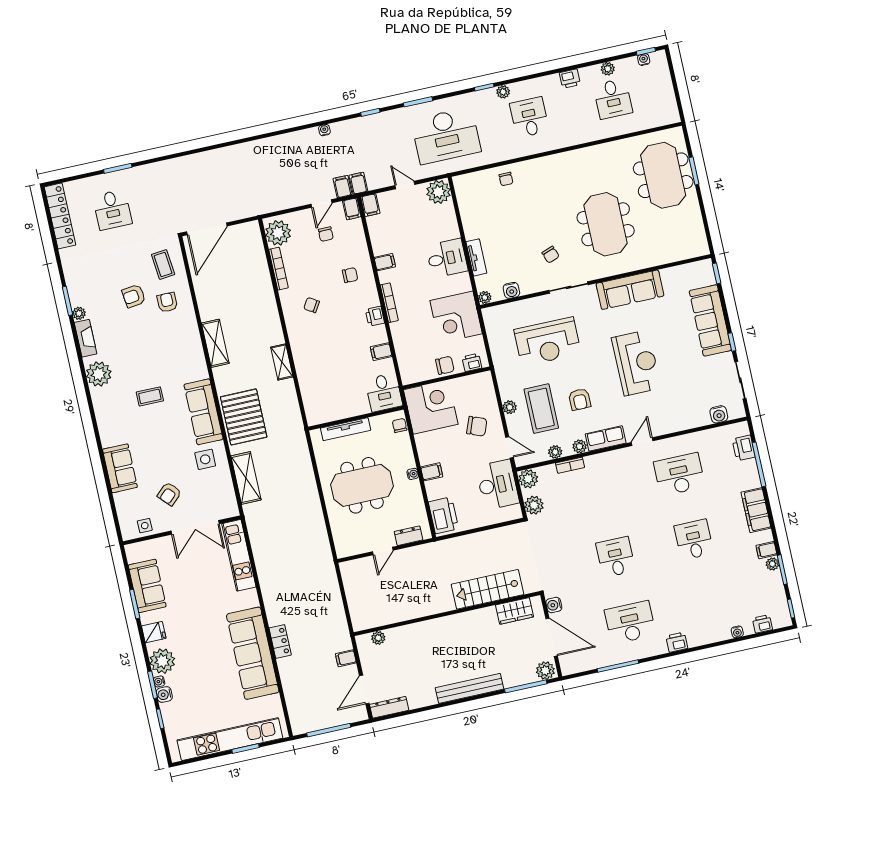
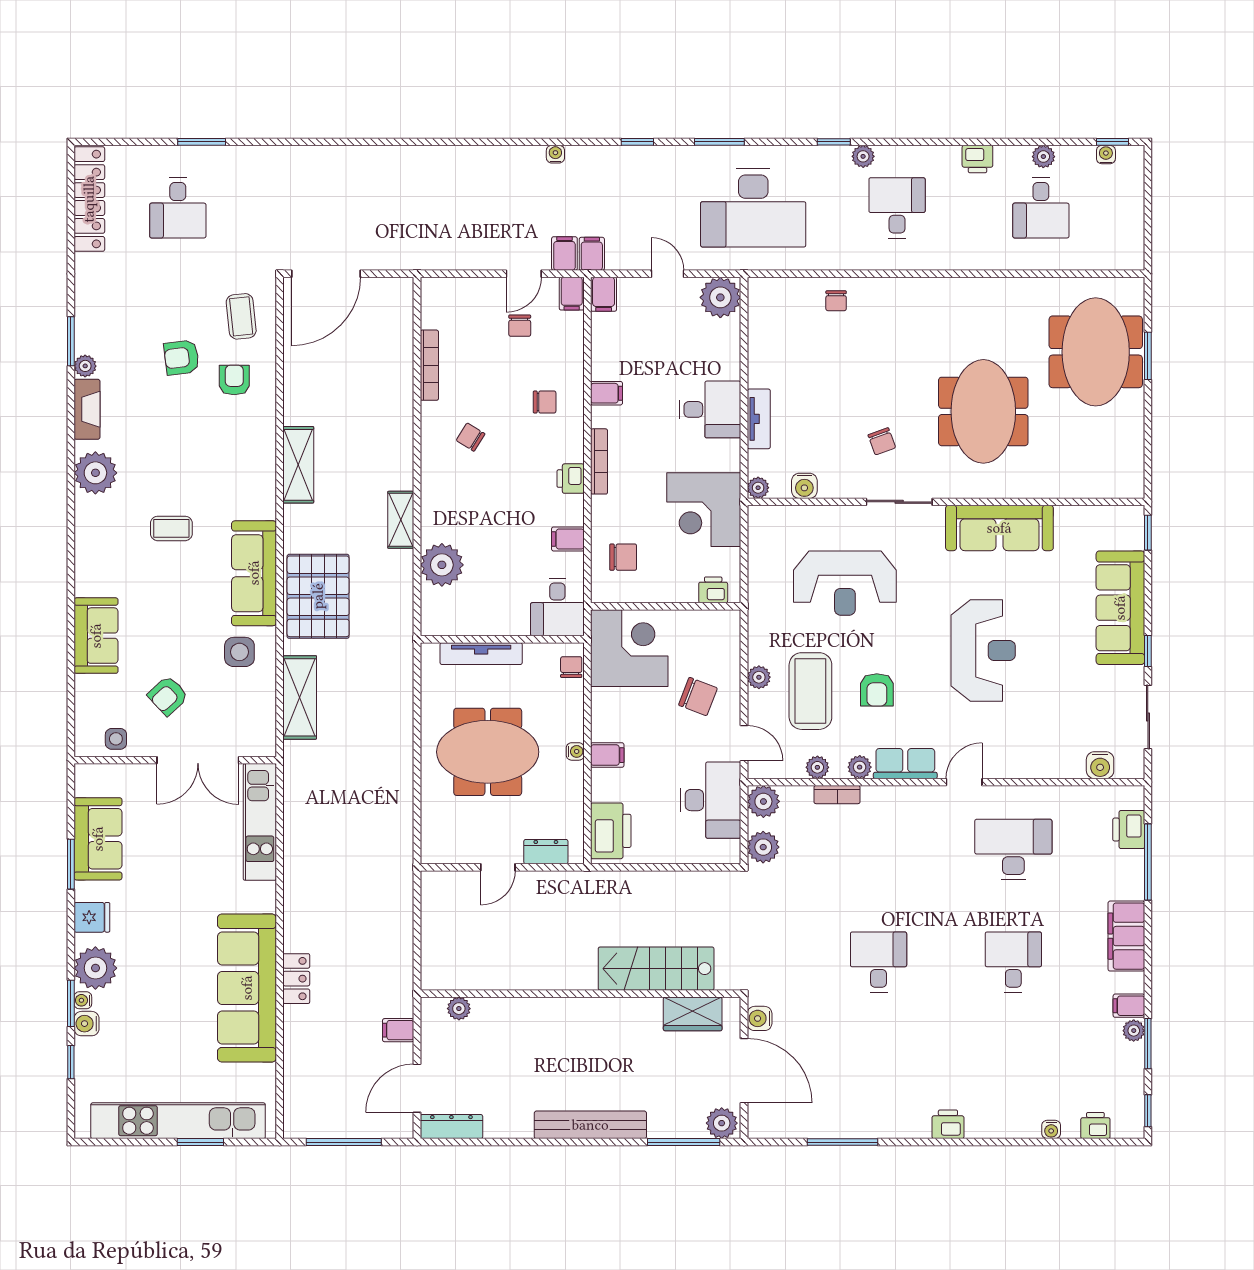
plant: (278, 233) -> (442, 565), moved
chair: (445, 365) -> (623, 557), moved
desk: (630, 622) -> (879, 1075), removed

